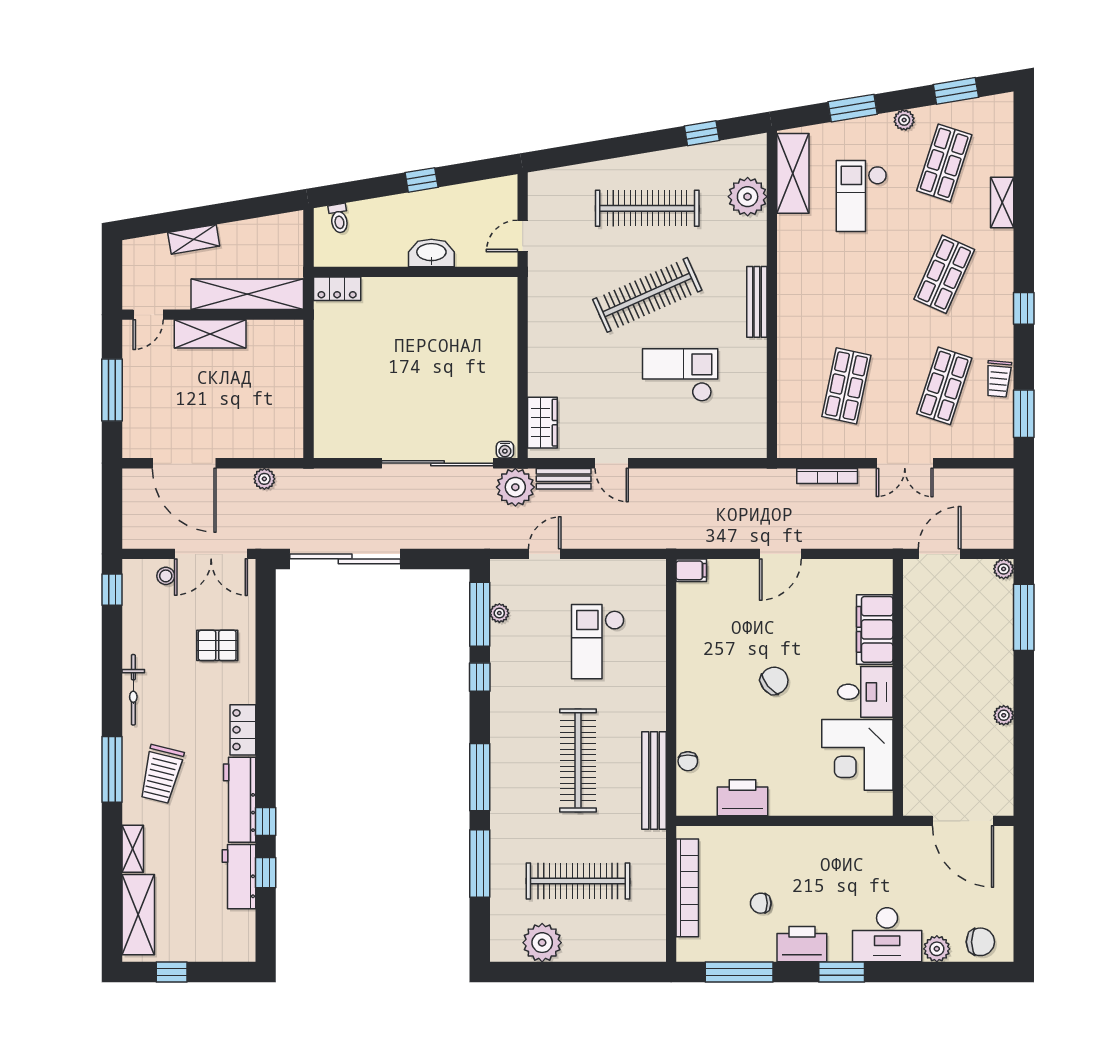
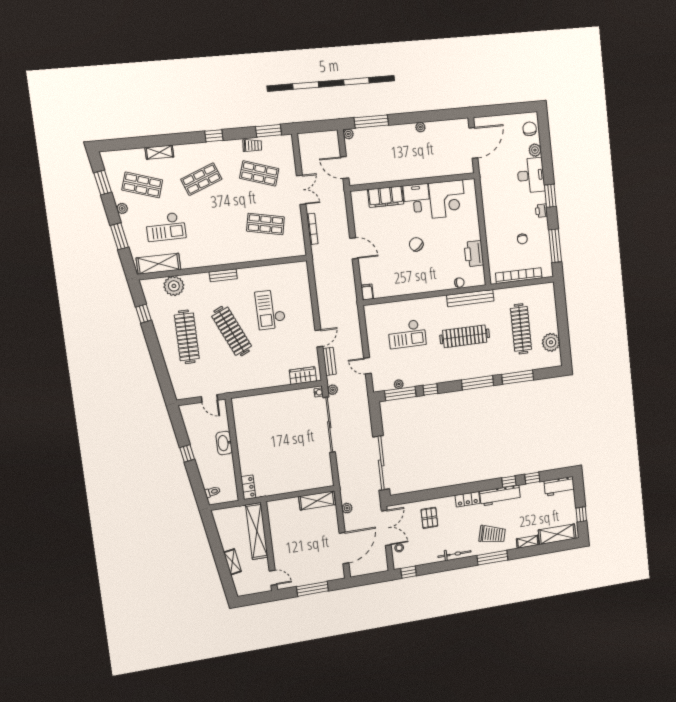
shop shelf: (944, 274) -> (201, 179), turned -45
bench: (757, 302) -> (223, 275), width x0.73
shelving: (210, 334) -> (317, 501), moved, turned 90
plant: (515, 487) -> (333, 390), width x0.53, depth x0.53
workbench: (239, 877) -> (559, 486), moved
printer: (802, 944) -> (541, 211), width x0.53, depth x0.68

